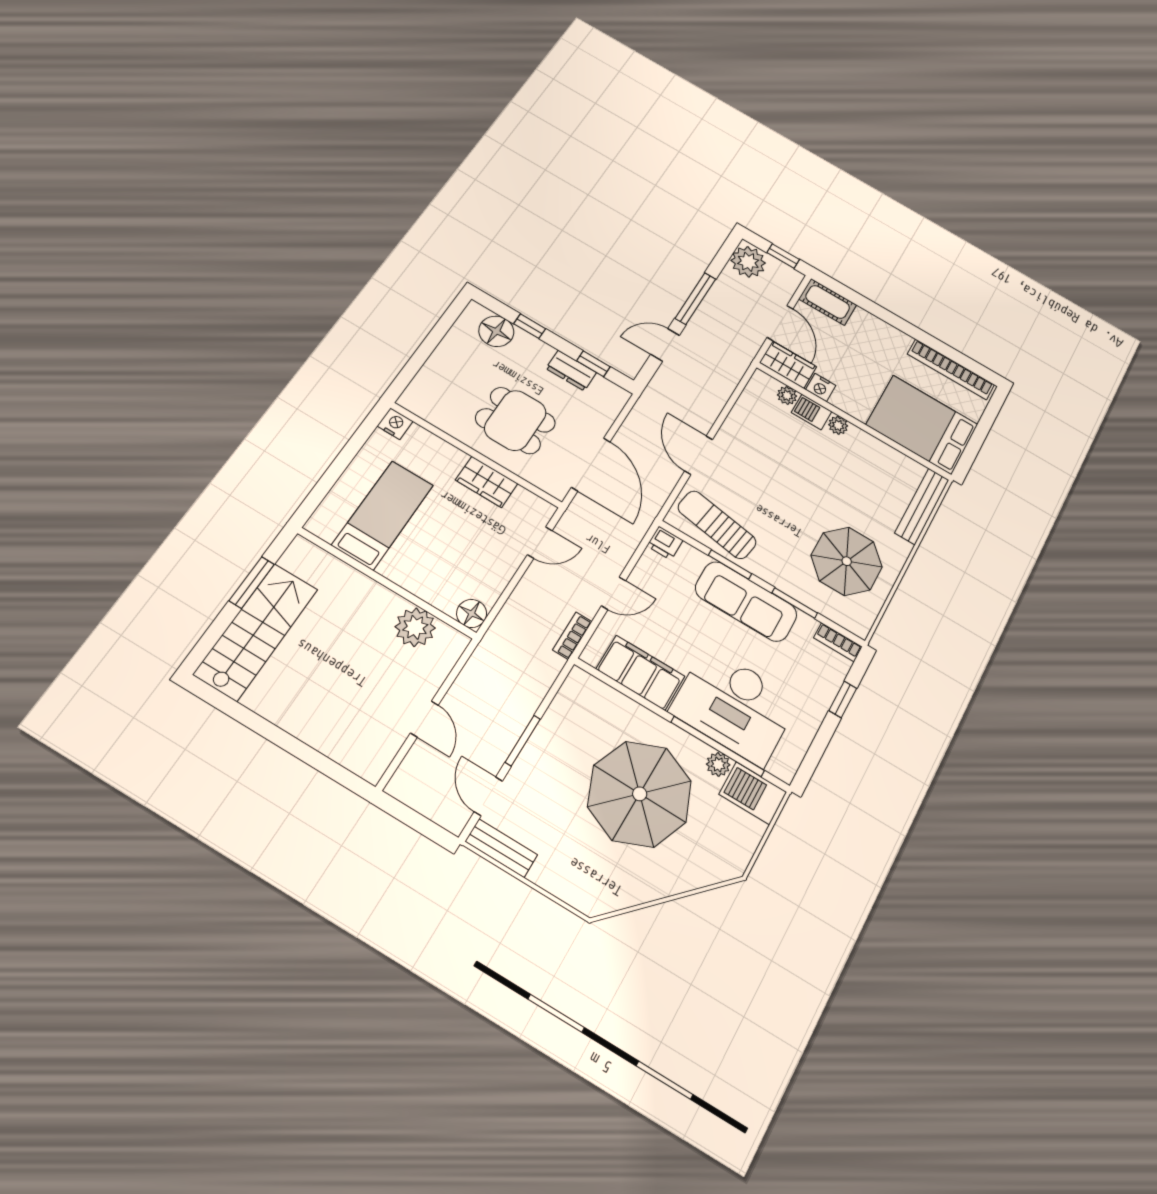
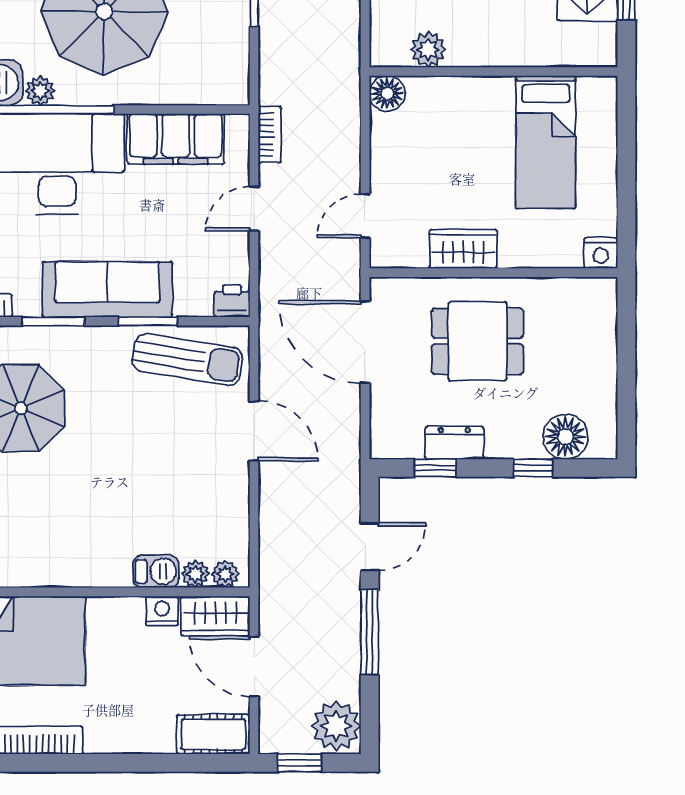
plant: (838, 425) -> (225, 574), moved
plant: (415, 627) -> (428, 49), width x0.73, depth x0.73

